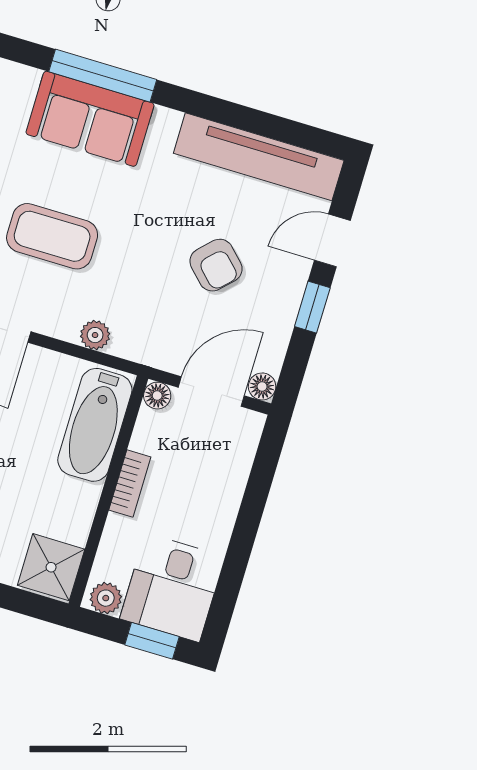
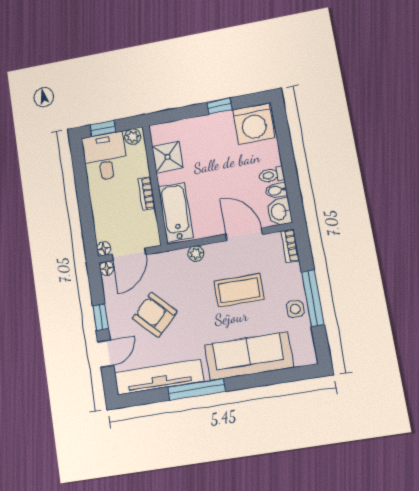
window: (103, 76) -> (197, 389), moved
sofa: (90, 119) -> (249, 356), width x1.36
armchair: (216, 265) -> (155, 315), width x1.38, depth x1.38
floor lamp: (157, 396) -> (104, 249), moved
shower: (51, 567) -> (167, 157), moved

